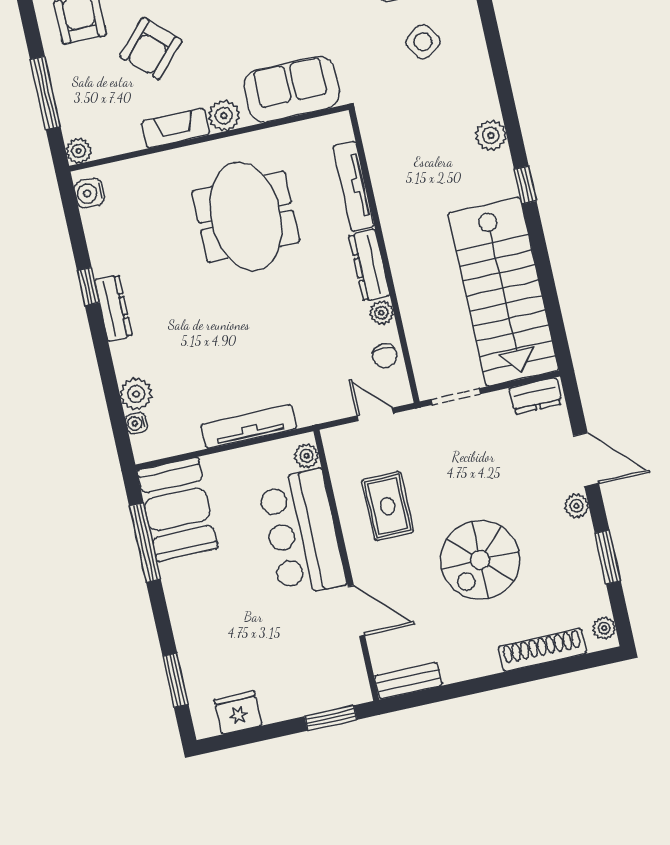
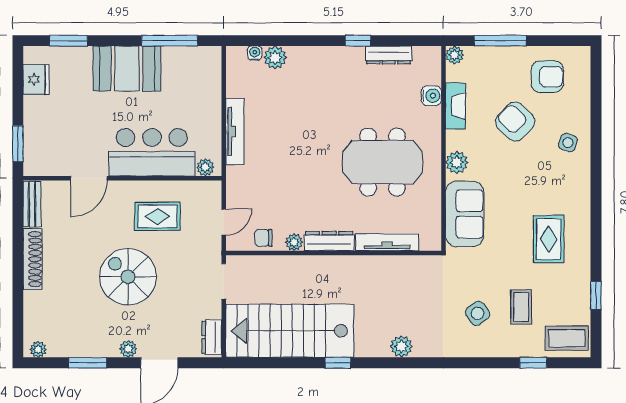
fireplace: (175, 128) -> (455, 106), moved
window: (525, 185) -> (338, 363), moved
water cooler: (89, 193) -> (431, 96), moved, turned 90
dresser: (113, 308) -> (389, 55), moved
booth: (177, 509) -> (127, 69), moved
spiral stairs: (480, 560) -> (128, 277), moved
shoe rack: (542, 650) -> (33, 259), moved

